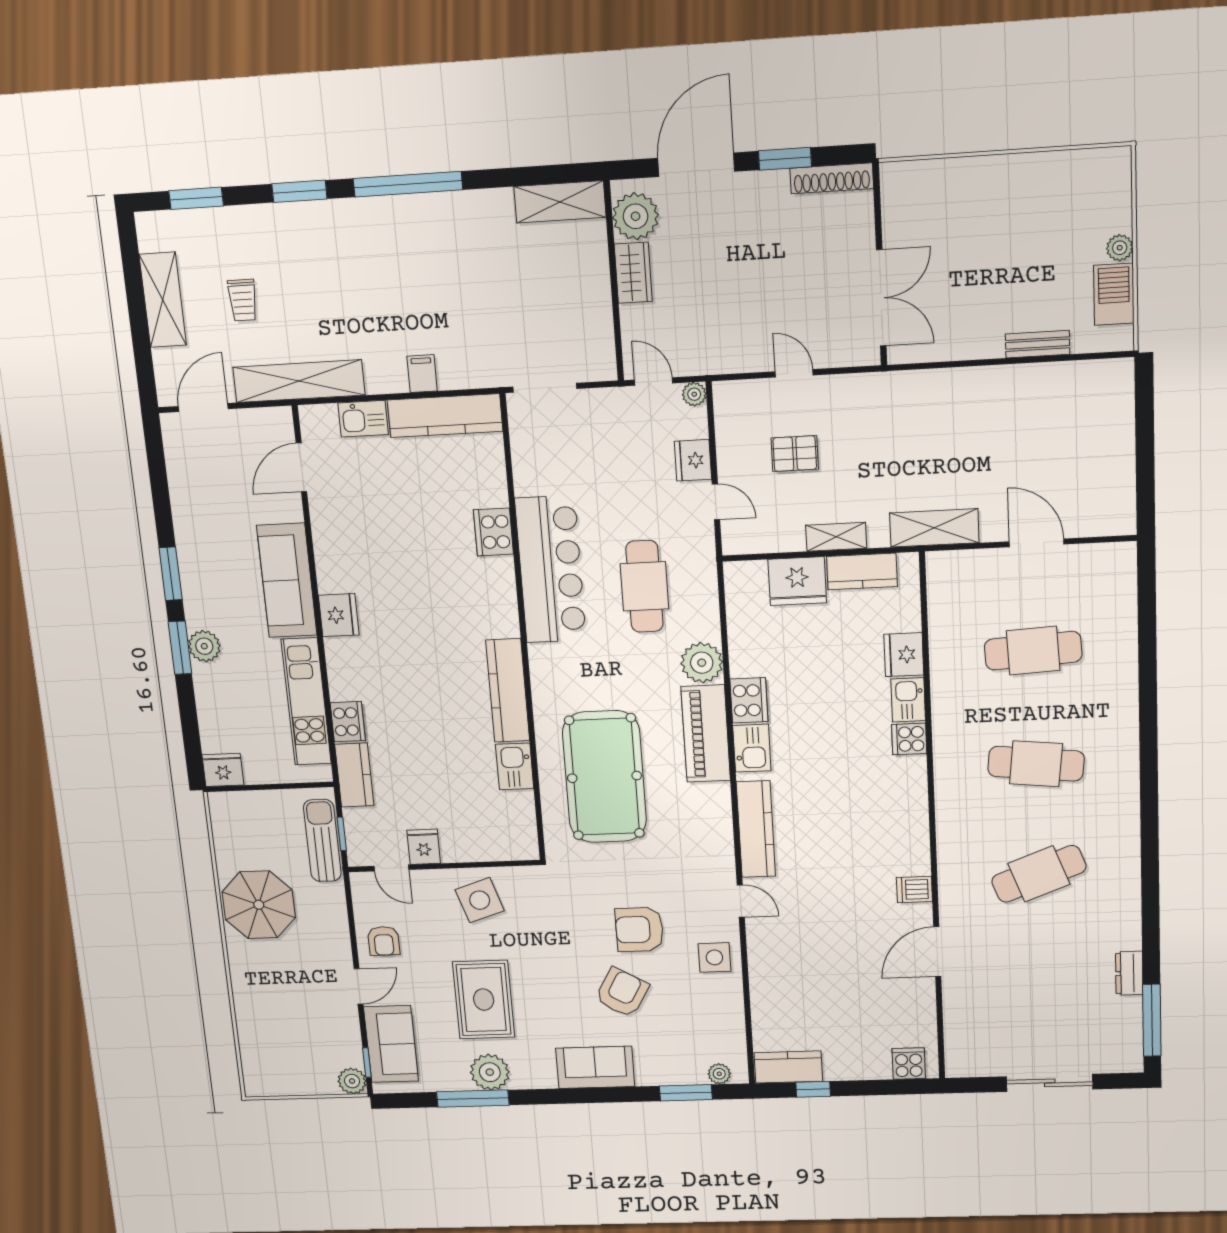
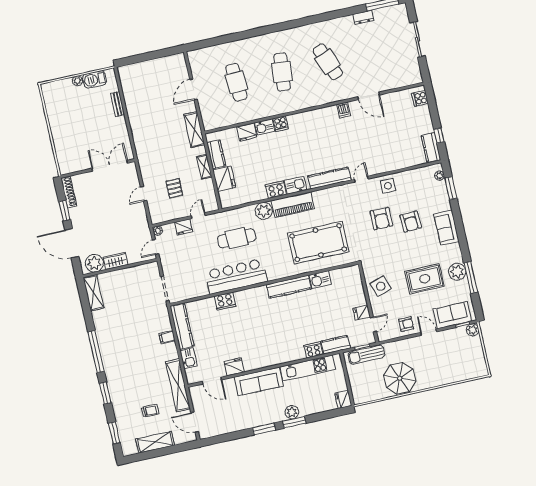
fridge: (339, 615) -> (234, 367), moved
armchair: (622, 993) -> (411, 222), turned -123

